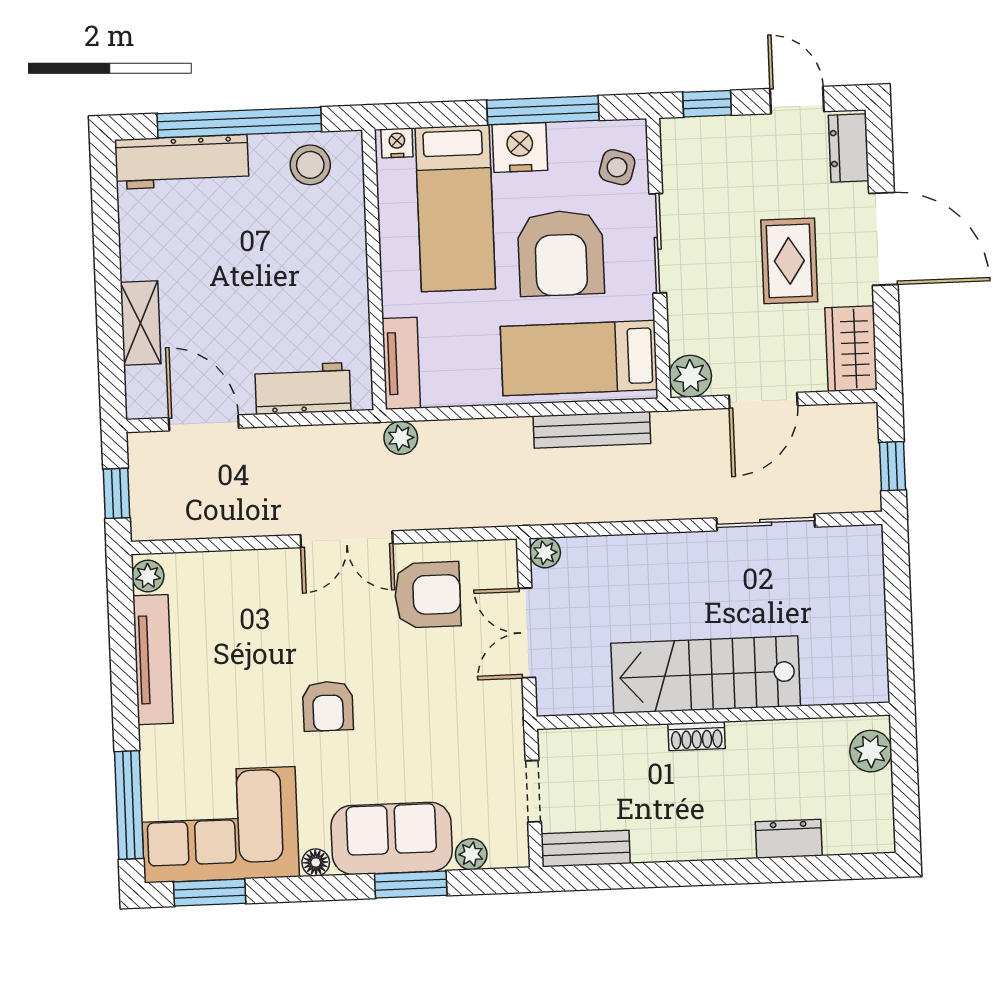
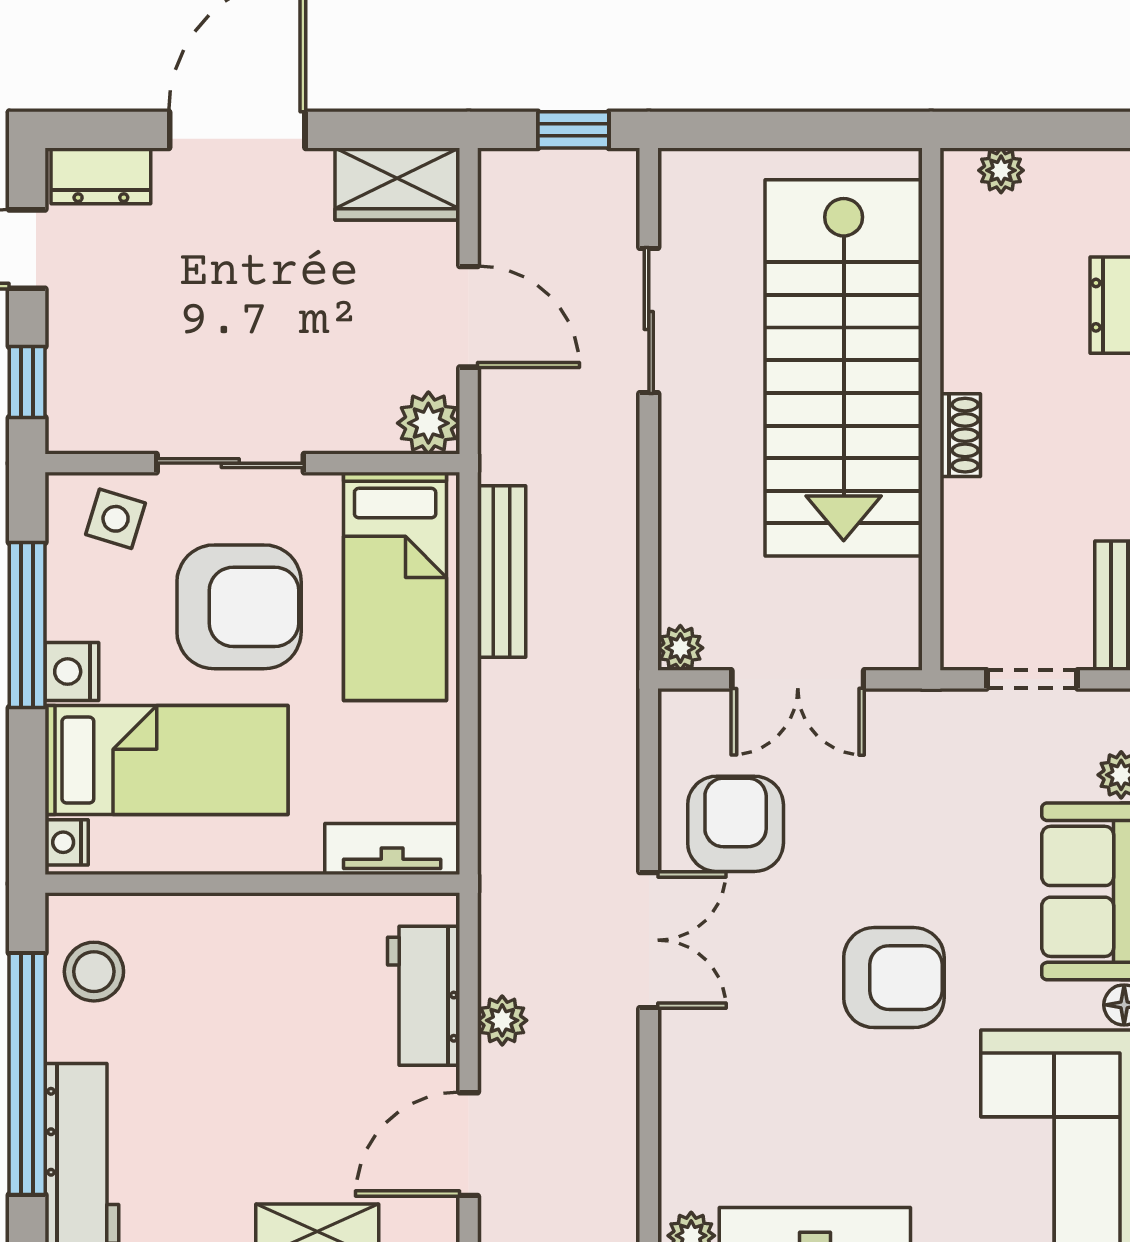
nightstand: (520, 147) -> (72, 672), width x0.74, depth x0.75
rug: (789, 261) -> (264, 270), removed
plant: (401, 438) -> (502, 1020), moved
stairs: (706, 675) -> (844, 368), width x1.36, depth x1.51
armchair: (328, 706) -> (894, 978), width x1.38, depth x1.38
plant: (871, 751) -> (1001, 170), width x0.73, depth x0.73

